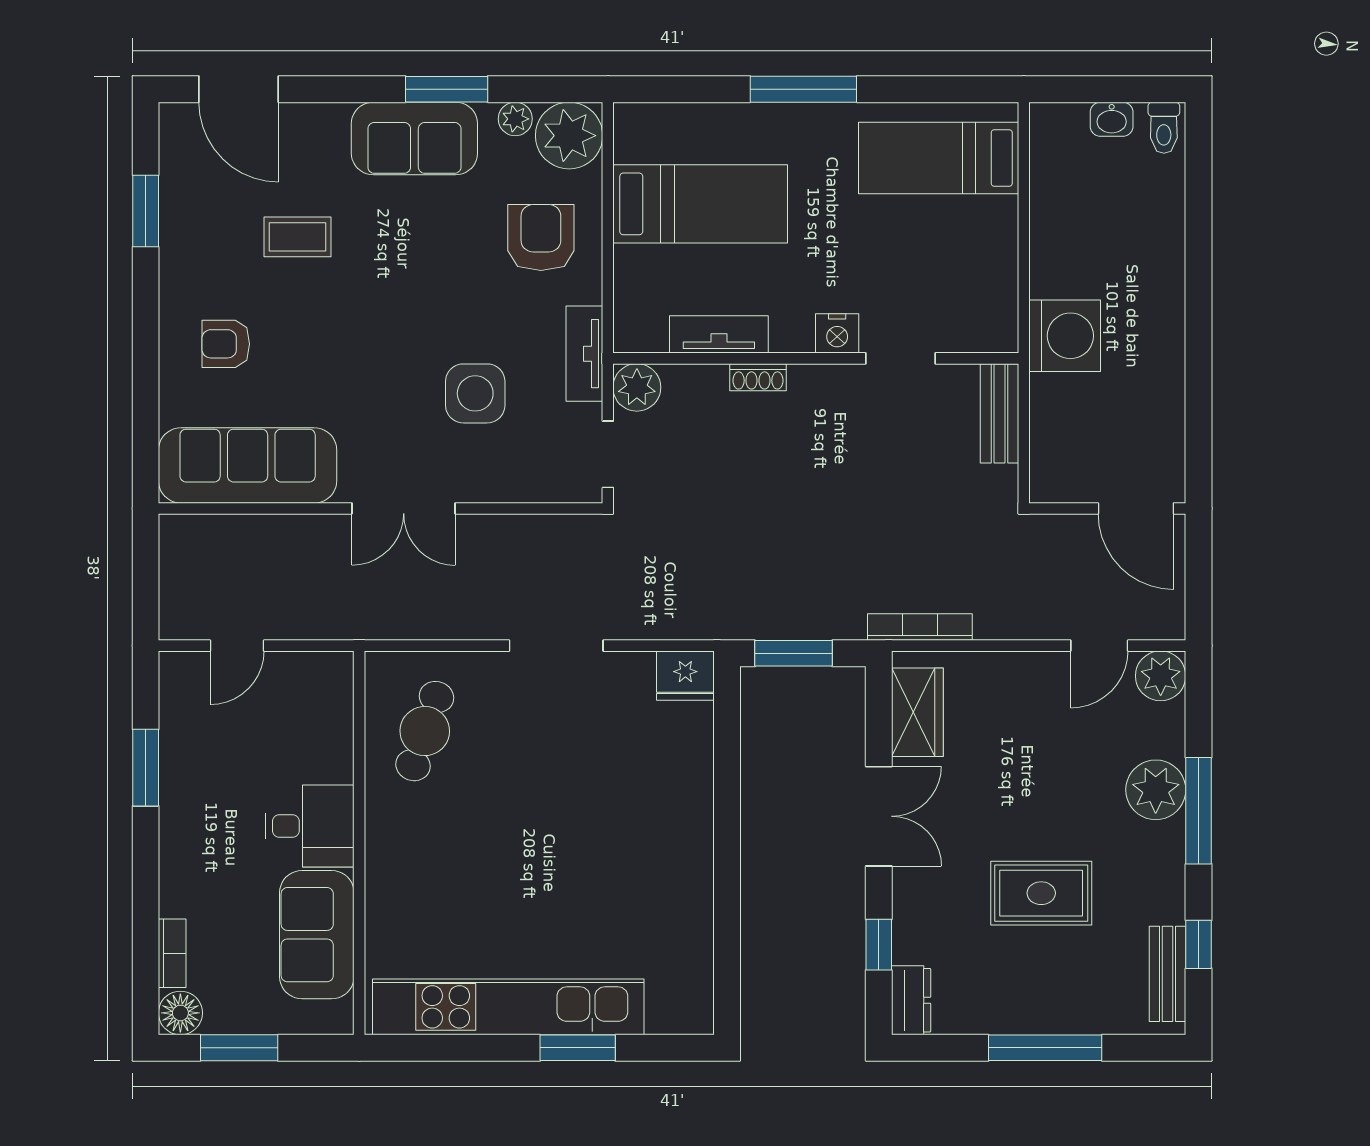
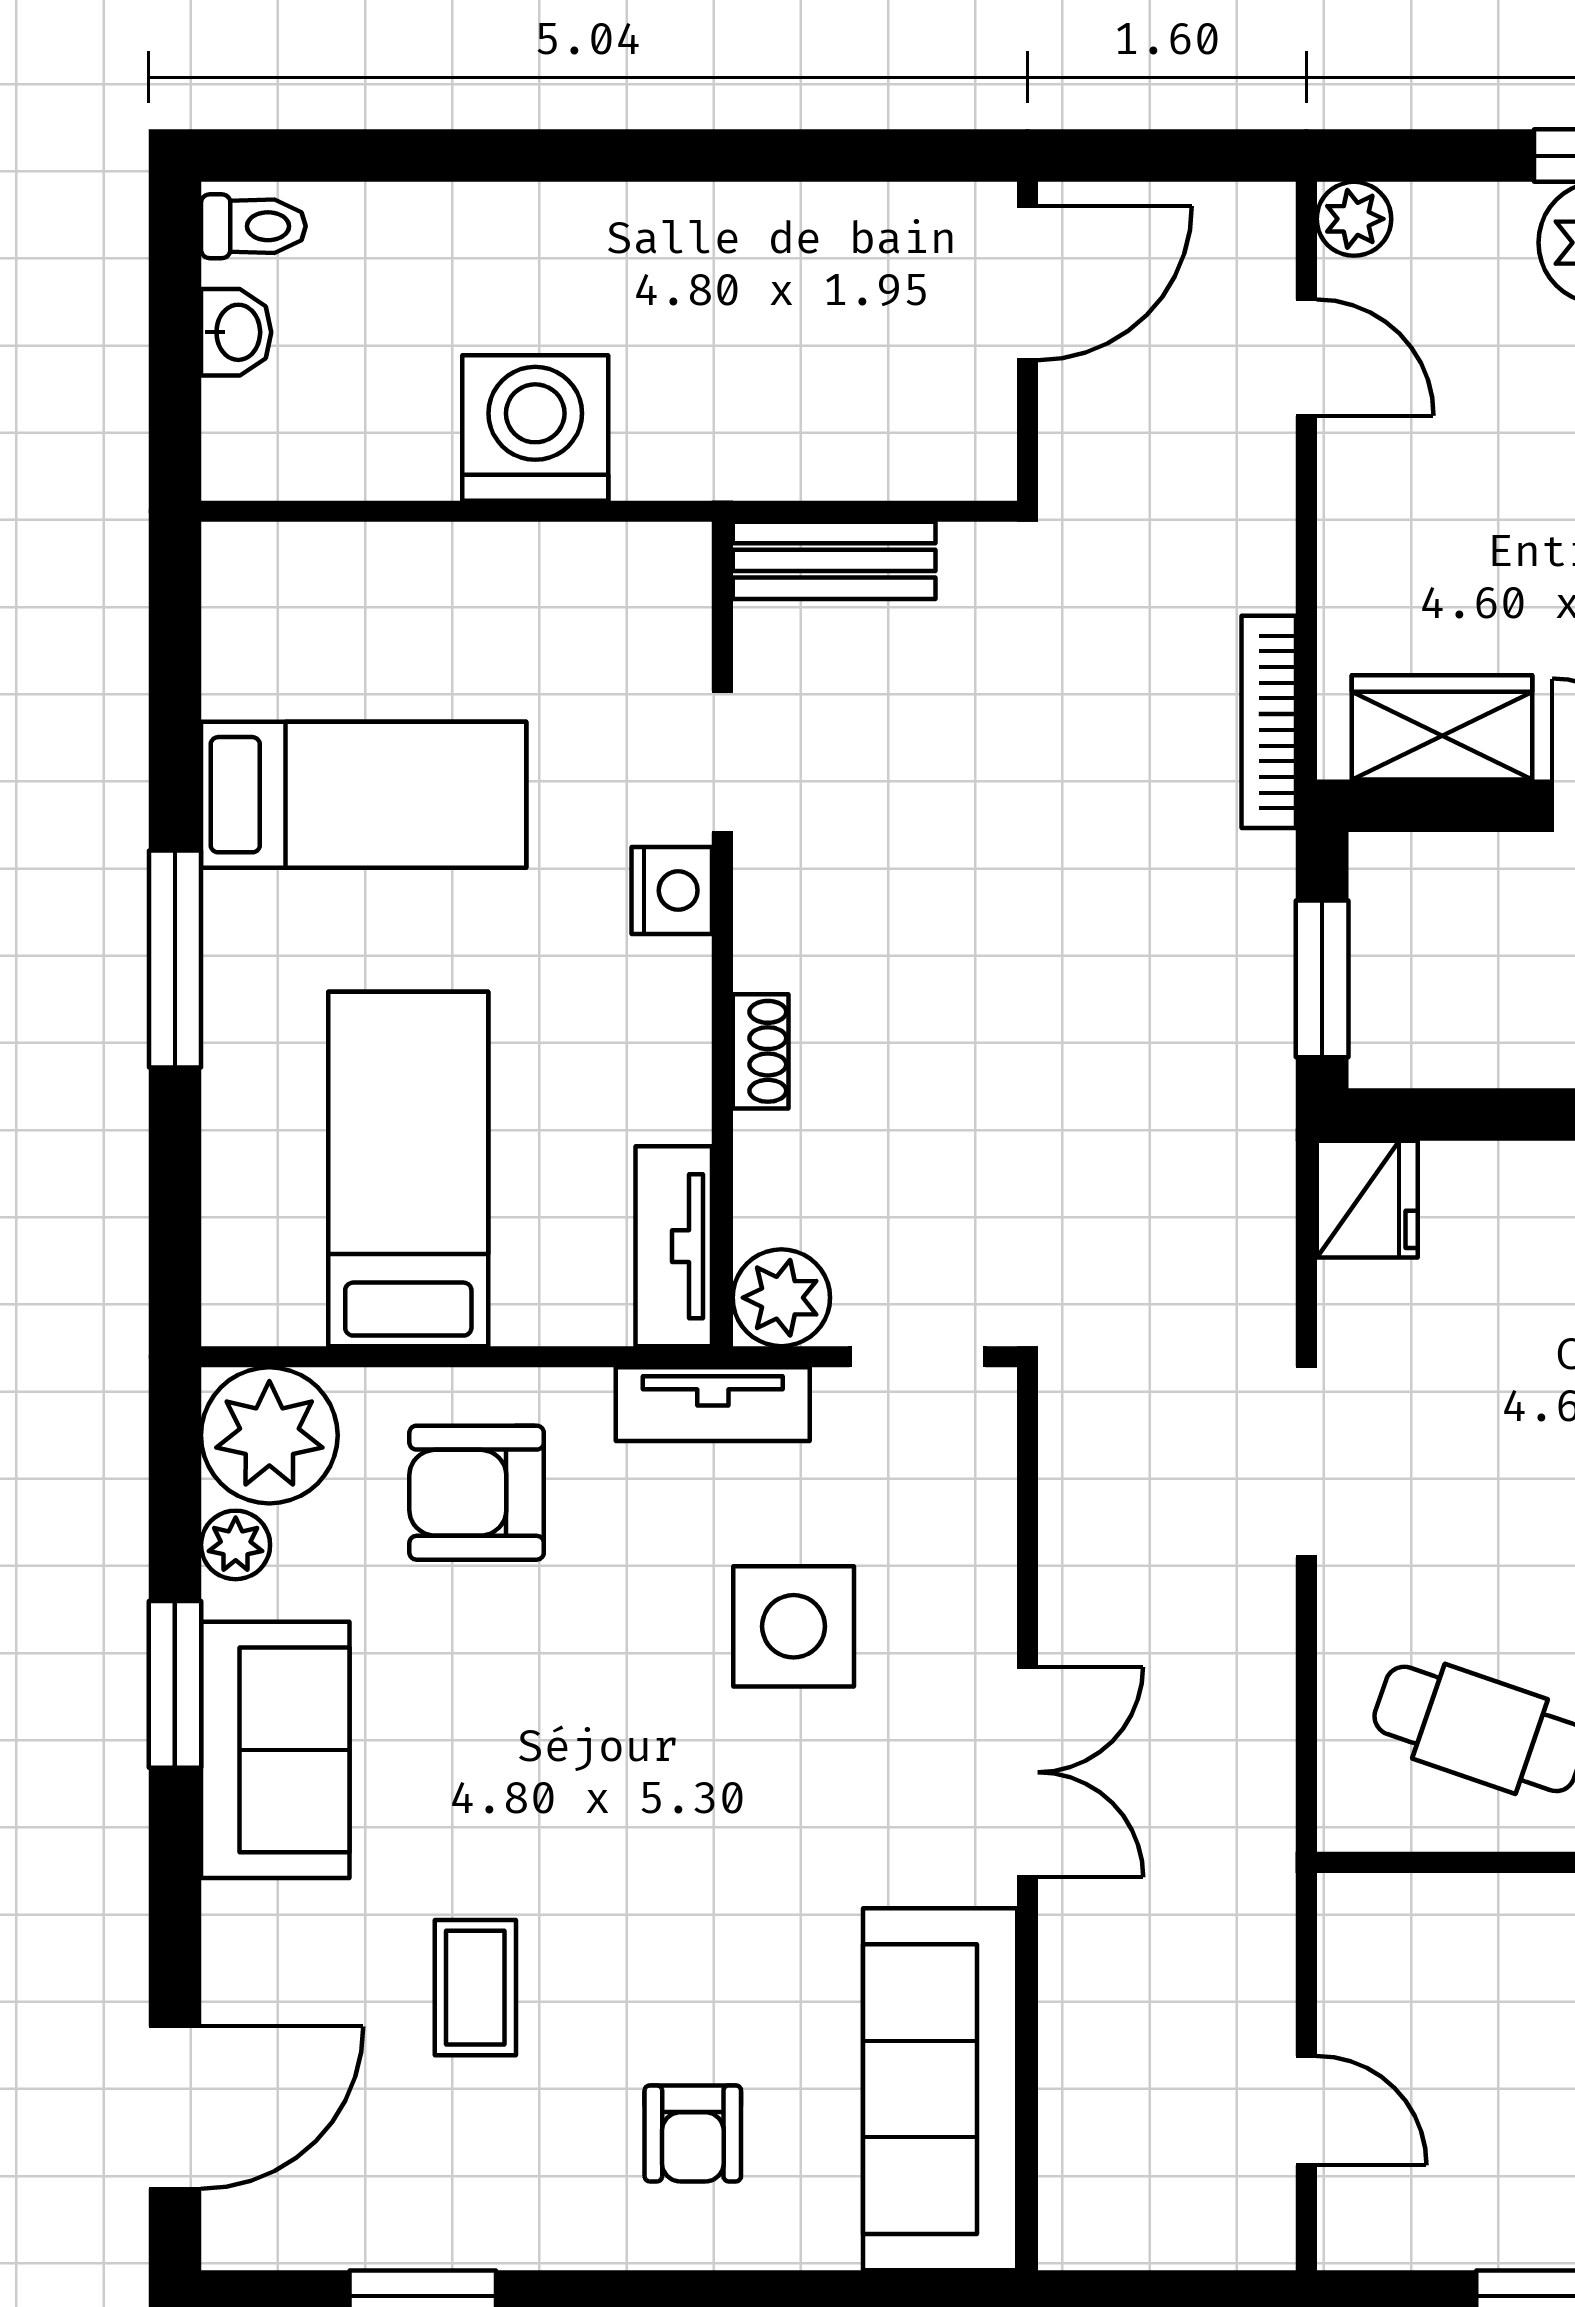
bed: (939, 158) -> (364, 795), moved, turned -90
tv unit: (719, 334) -> (674, 1246), moved
washing machine: (1065, 336) -> (535, 428), moved
plant: (1161, 676) -> (1354, 219), width x0.73, depth x0.73

